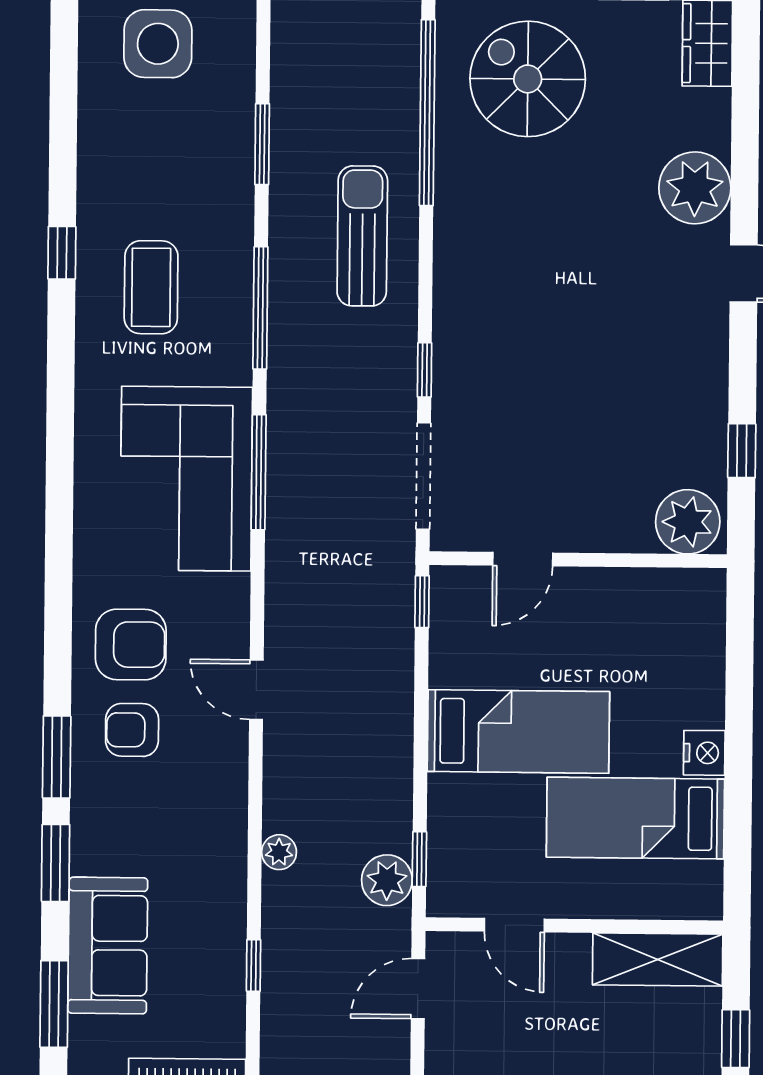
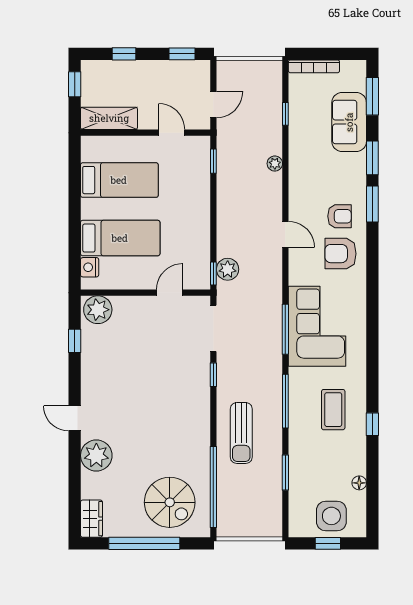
floor lamp: (93, 119) -> (359, 483), added
bed: (518, 732) -> (120, 238), moved, turned 180
nightstand: (704, 753) -> (90, 267), moved
plant: (387, 880) -> (228, 269), moved

